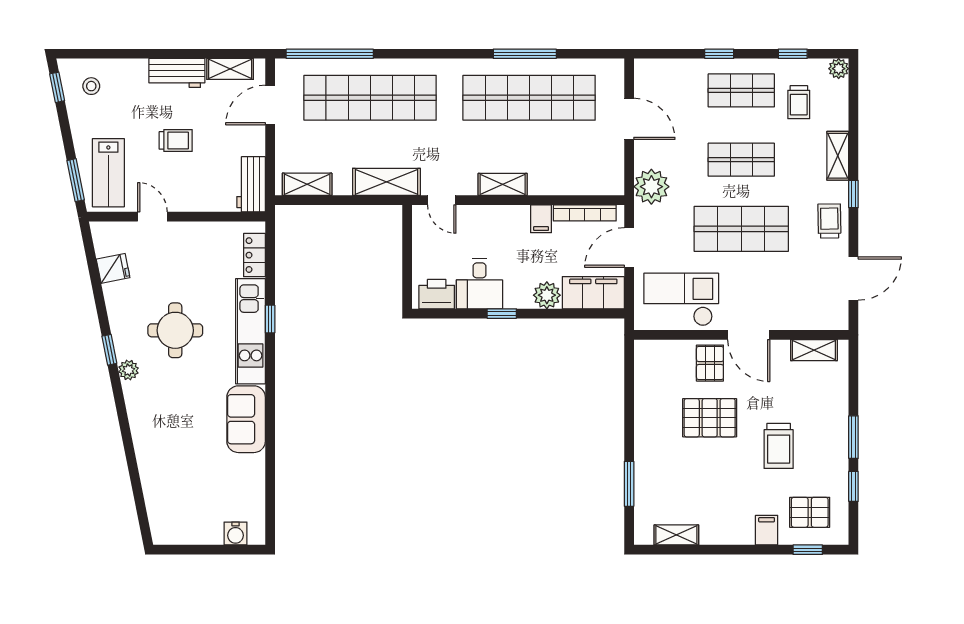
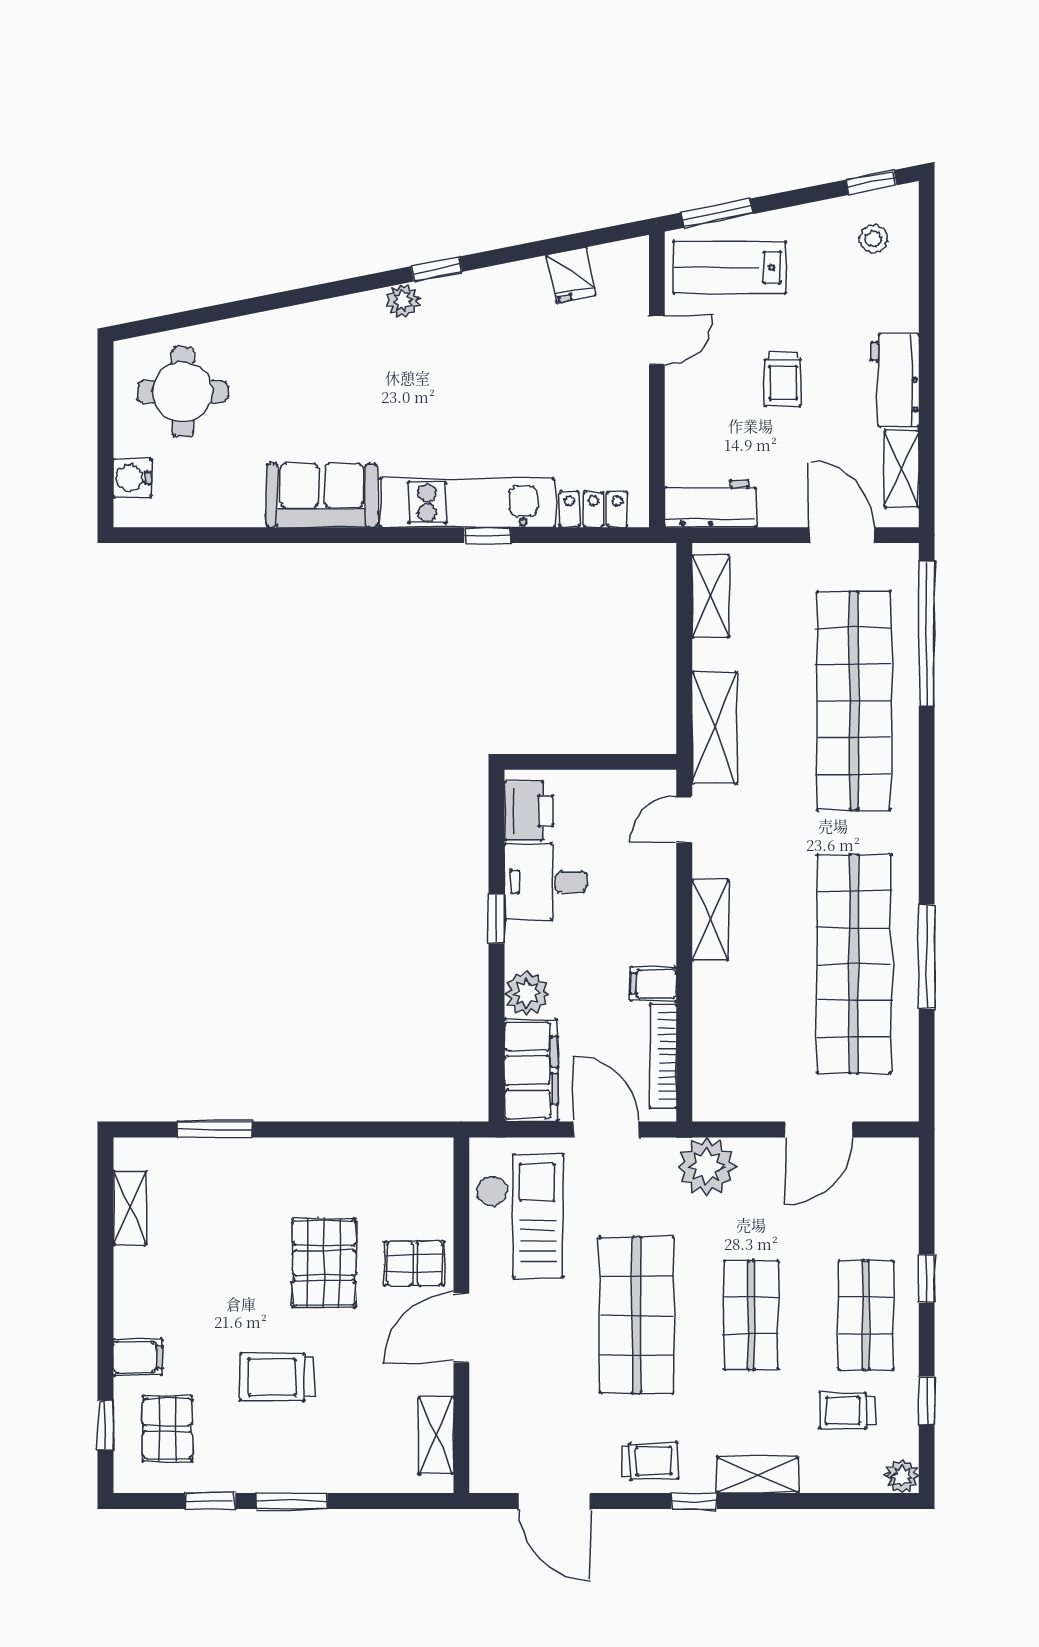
round table: (175, 330) -> (183, 392), moved

